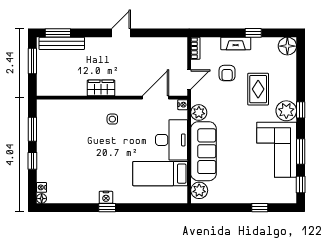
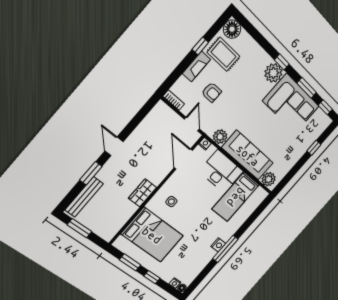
window: (58, 33) -> (91, 173), moved
rug: (258, 89) -> (224, 54), moved
bed: (71, 128) -> (152, 235), added
window: (107, 208) -> (225, 249), width x2.17

